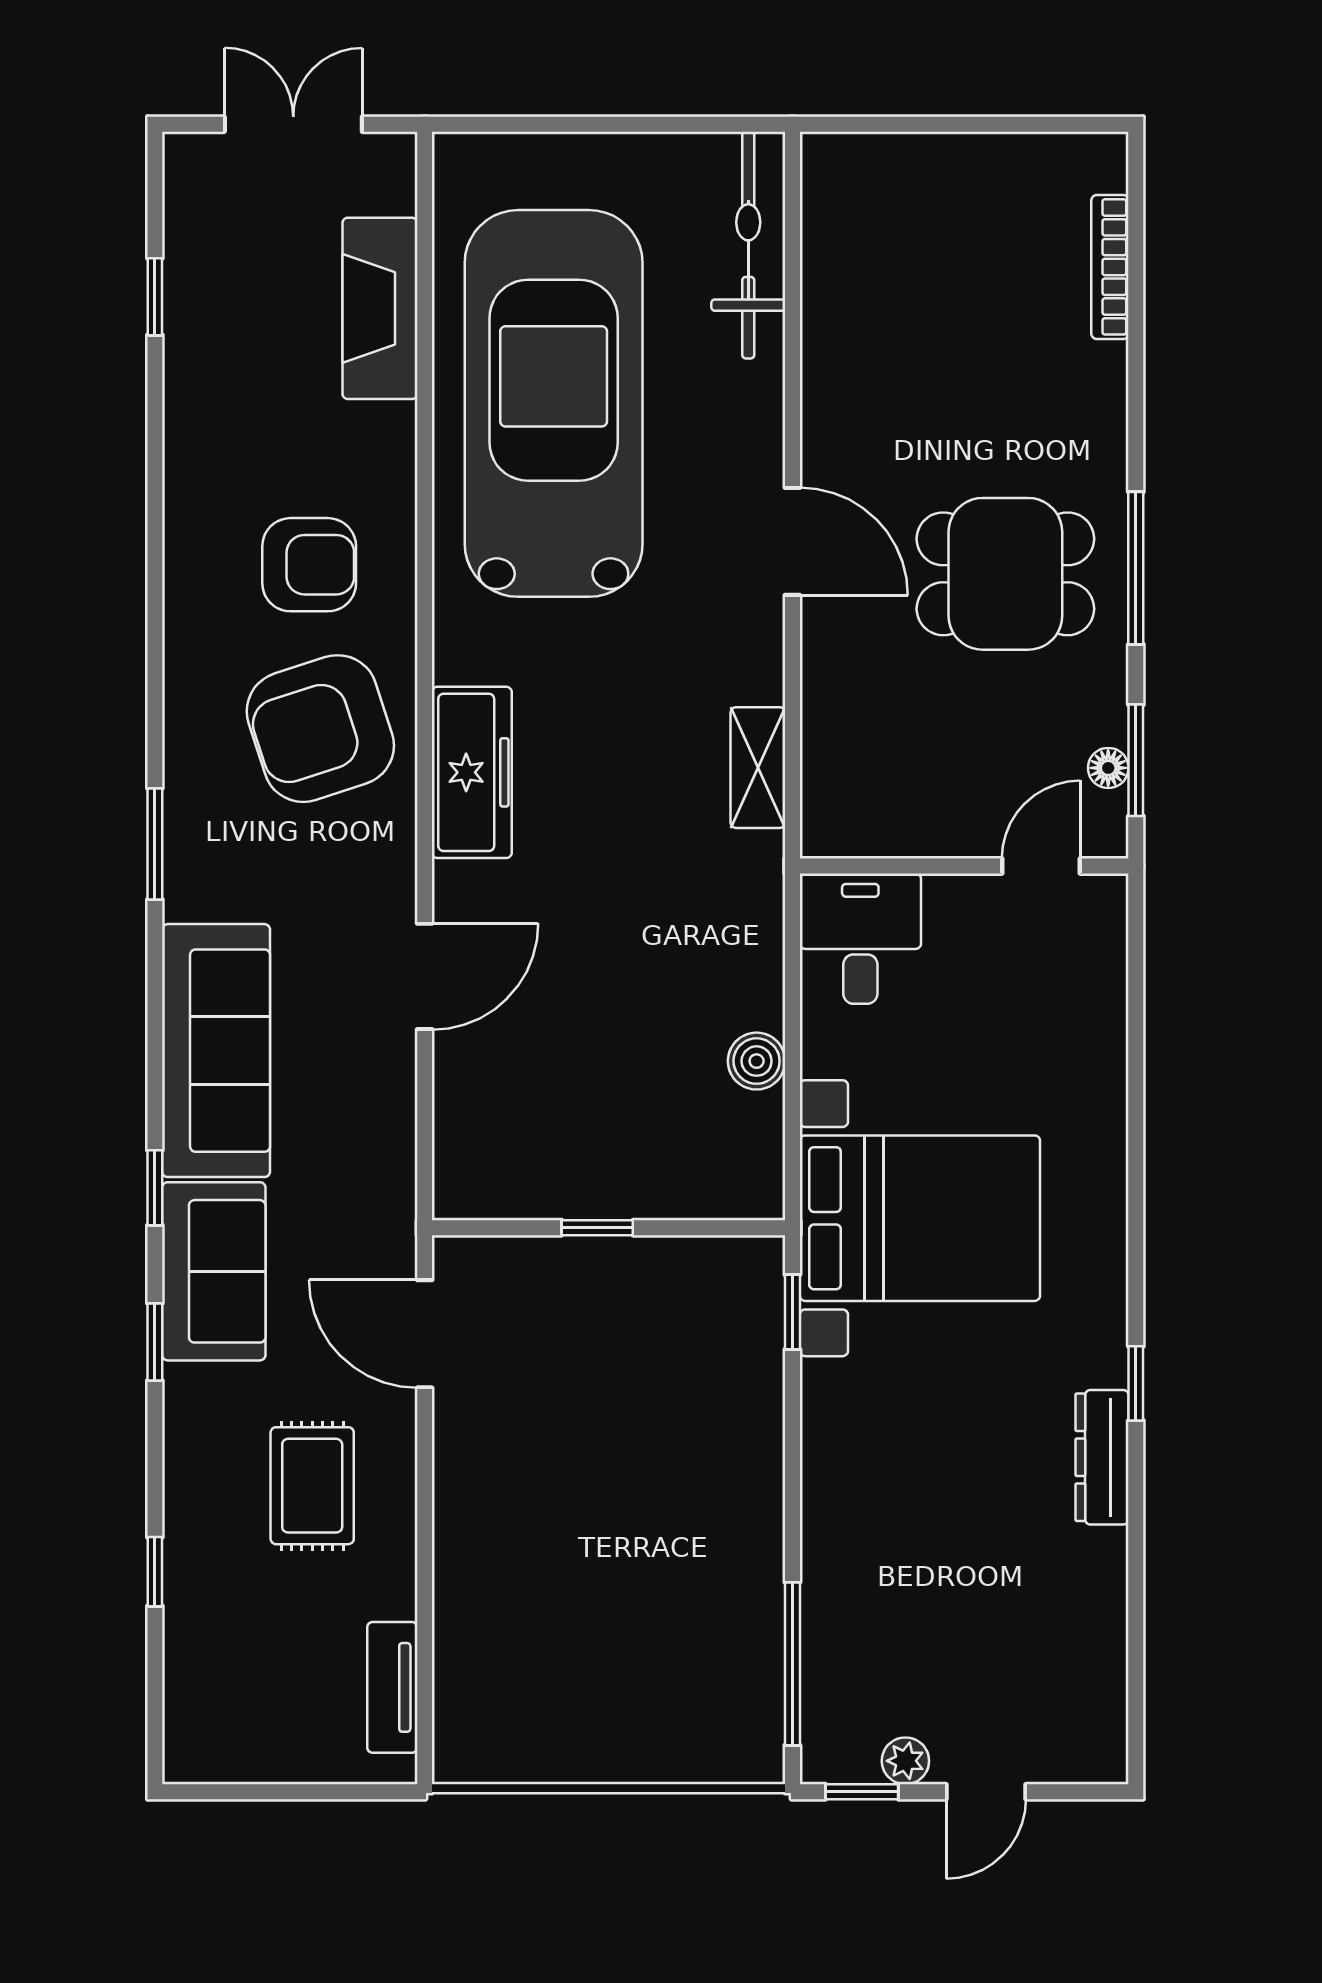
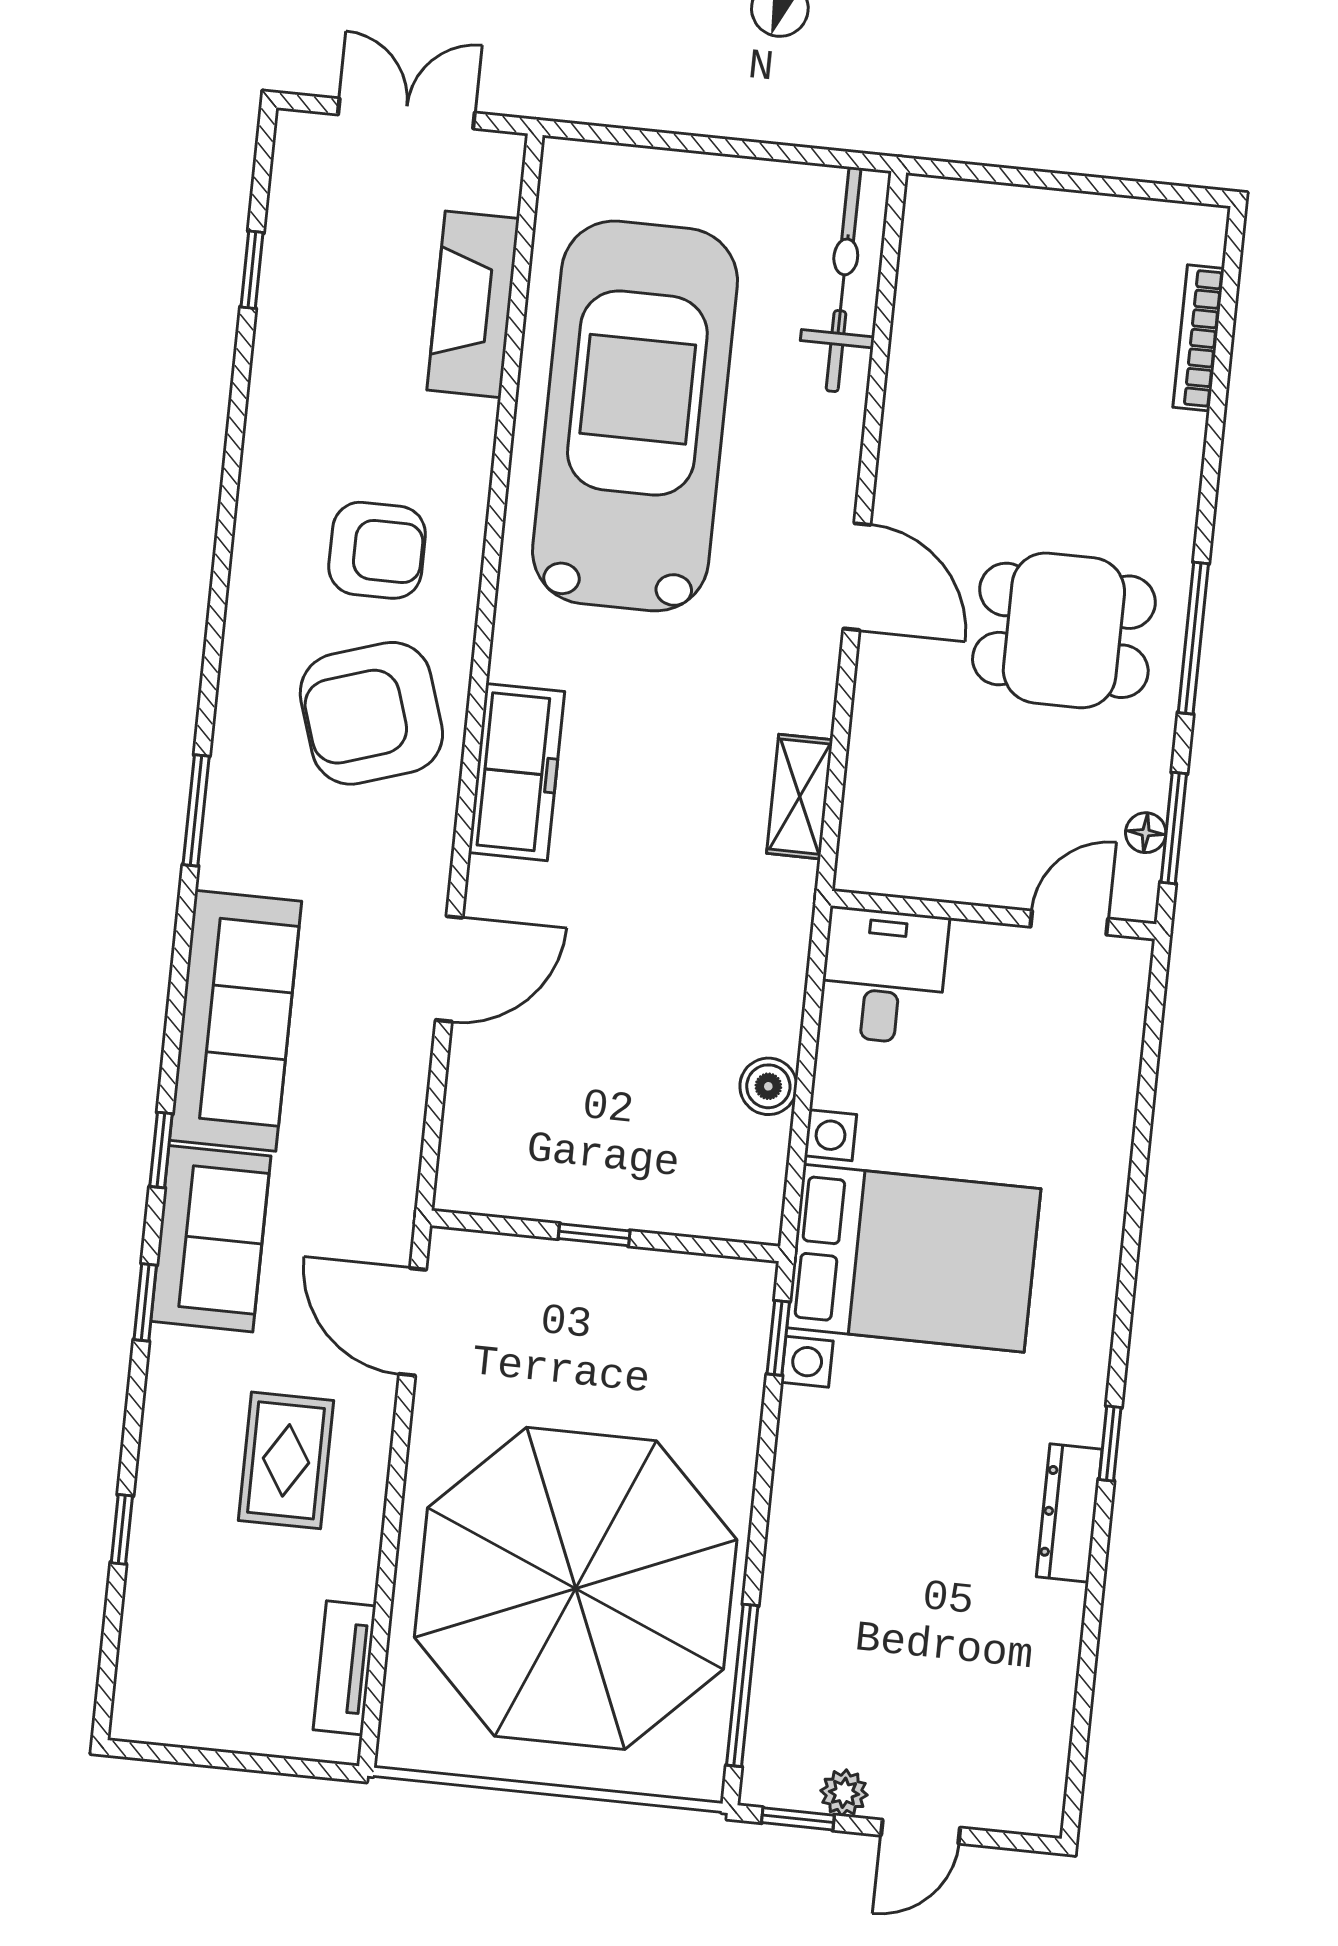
parasol: (615, 1584) -> (576, 1588), added

